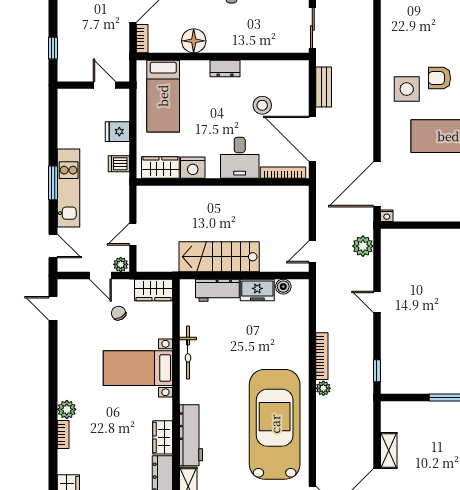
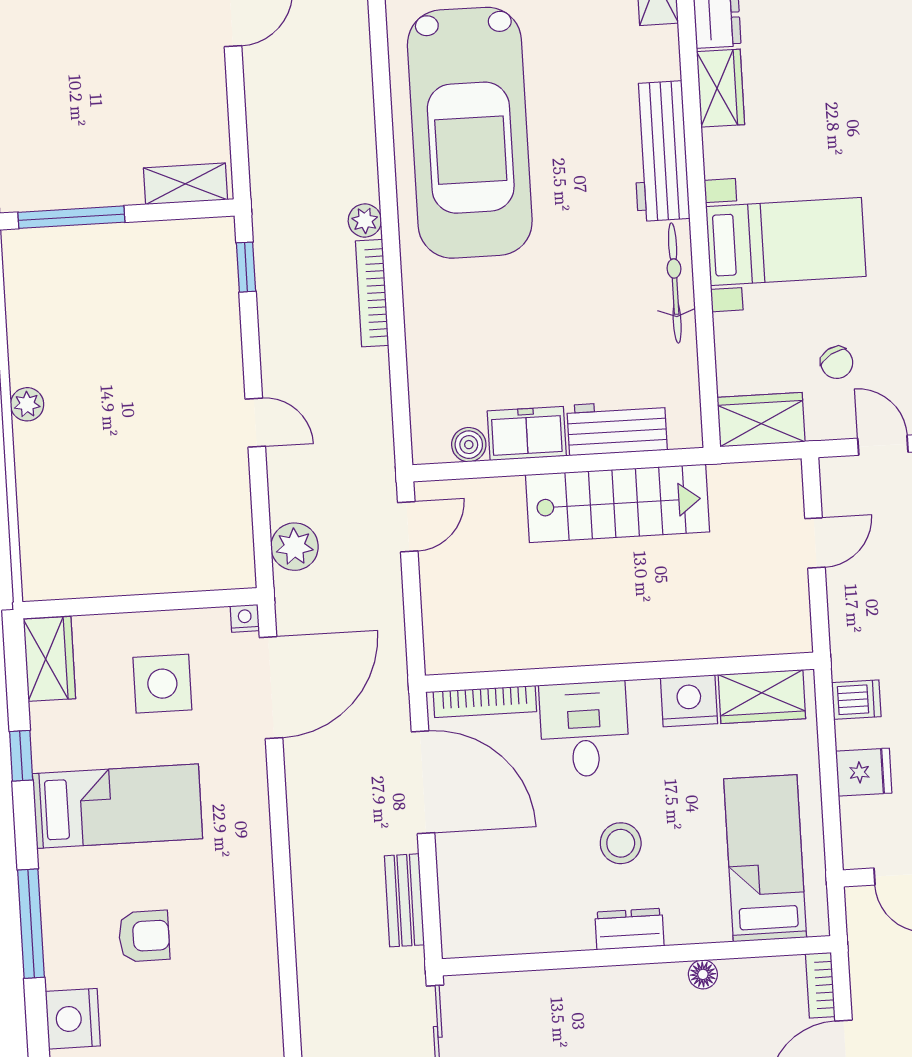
floor lamp: (194, 41) -> (703, 974), width x0.53, depth x0.53
side table: (407, 89) -> (162, 684), moved
stool: (262, 105) -> (621, 843), moved
plant: (121, 264) -> (838, 473), removed
workbench: (191, 435) -> (660, 151), moved
shelving: (389, 450) -> (186, 184), moved, turned 90

